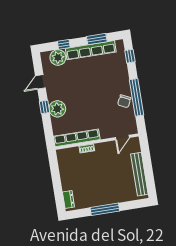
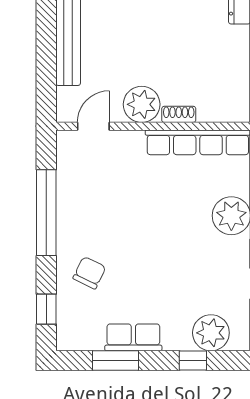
row of seats: (91, 50) -> (133, 337), width x0.50
chair: (124, 101) -> (89, 273), moved
plant: (103, 150) -> (142, 104), added

